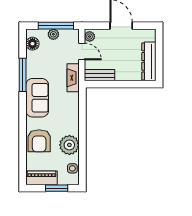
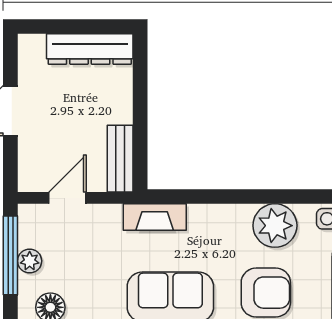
plant: (90, 36) -> (34, 181), removed
fireplace: (73, 78) -> (155, 217), moved

